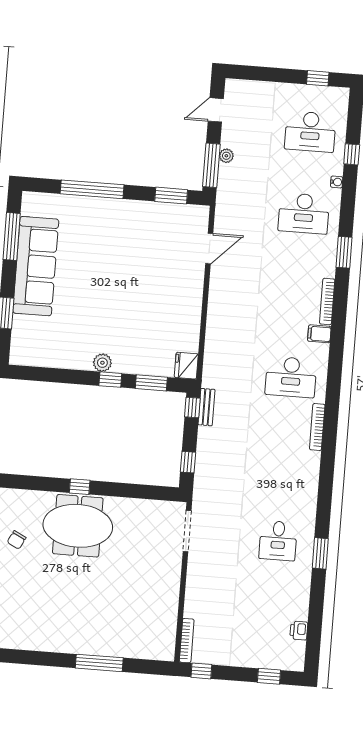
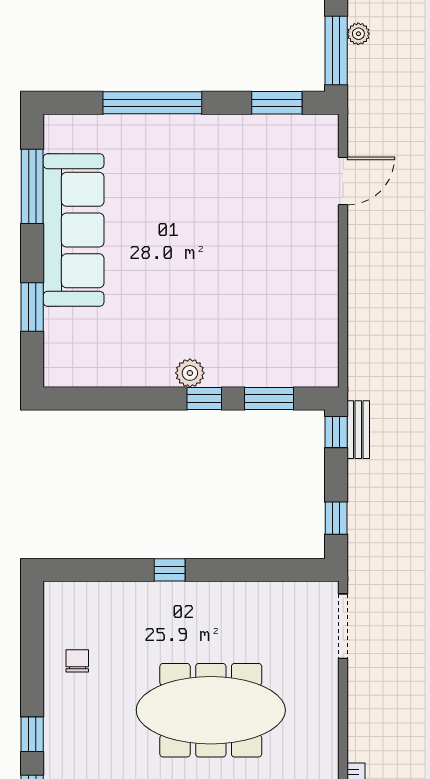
fridge: (186, 366) -> (322, 367), removed
meeting table: (78, 526) -> (211, 710), moved, width x1.36
chair: (17, 540) -> (77, 661), turned 153

